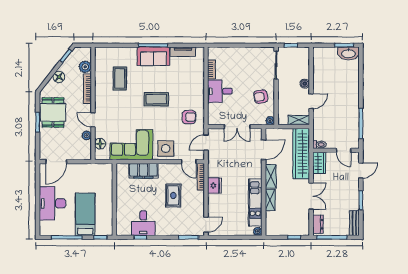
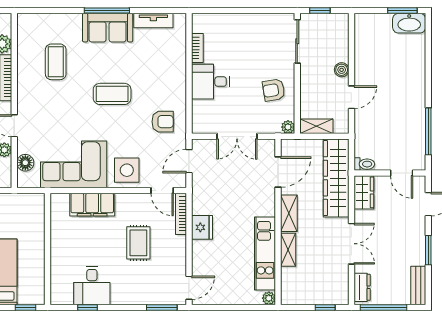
shelving: (299, 120) -> (316, 126), moved

